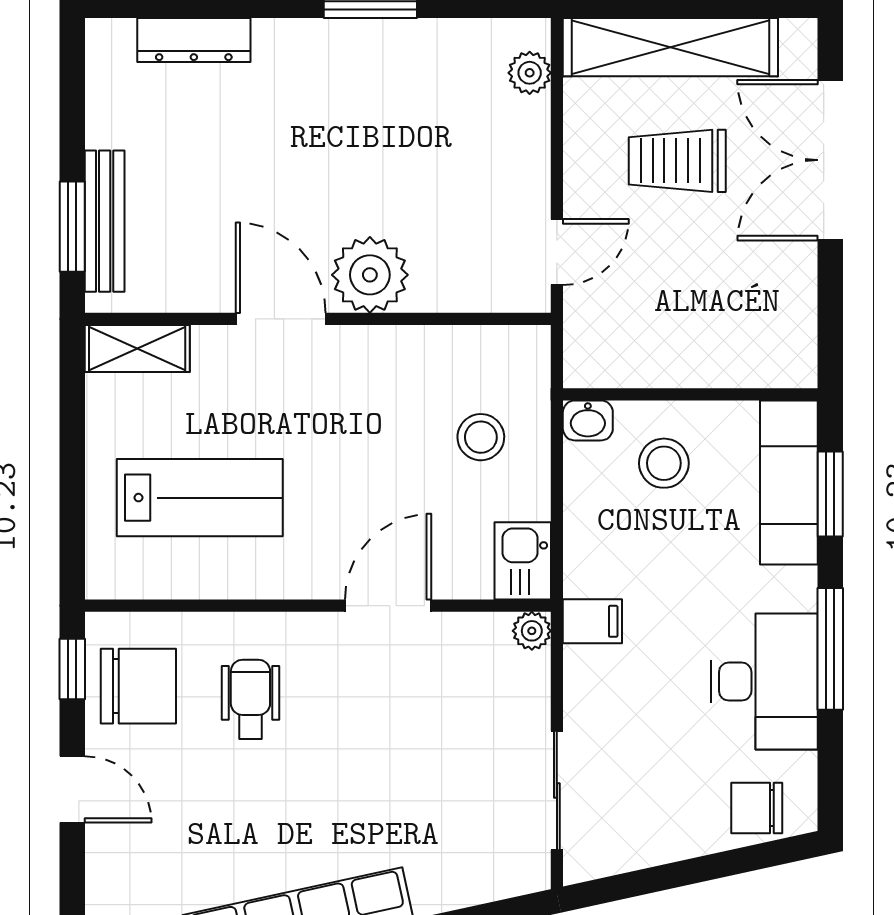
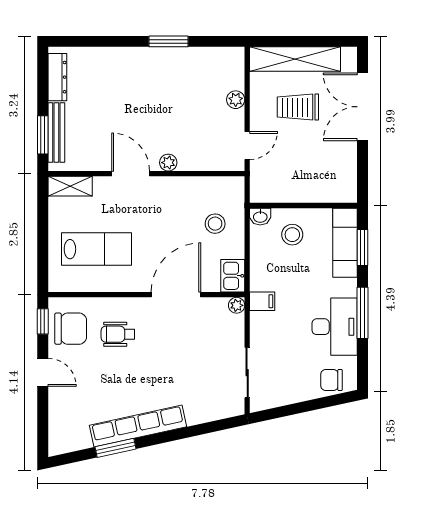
dresser: (194, 40) -> (57, 77), moved, turned -90
plant: (530, 73) -> (236, 100), moved
plant: (370, 275) -> (168, 163), width x0.53, depth x0.53
door: (388, 606) -> (176, 295), width x1.36
wheelchair: (250, 699) -> (118, 334), turned -90

